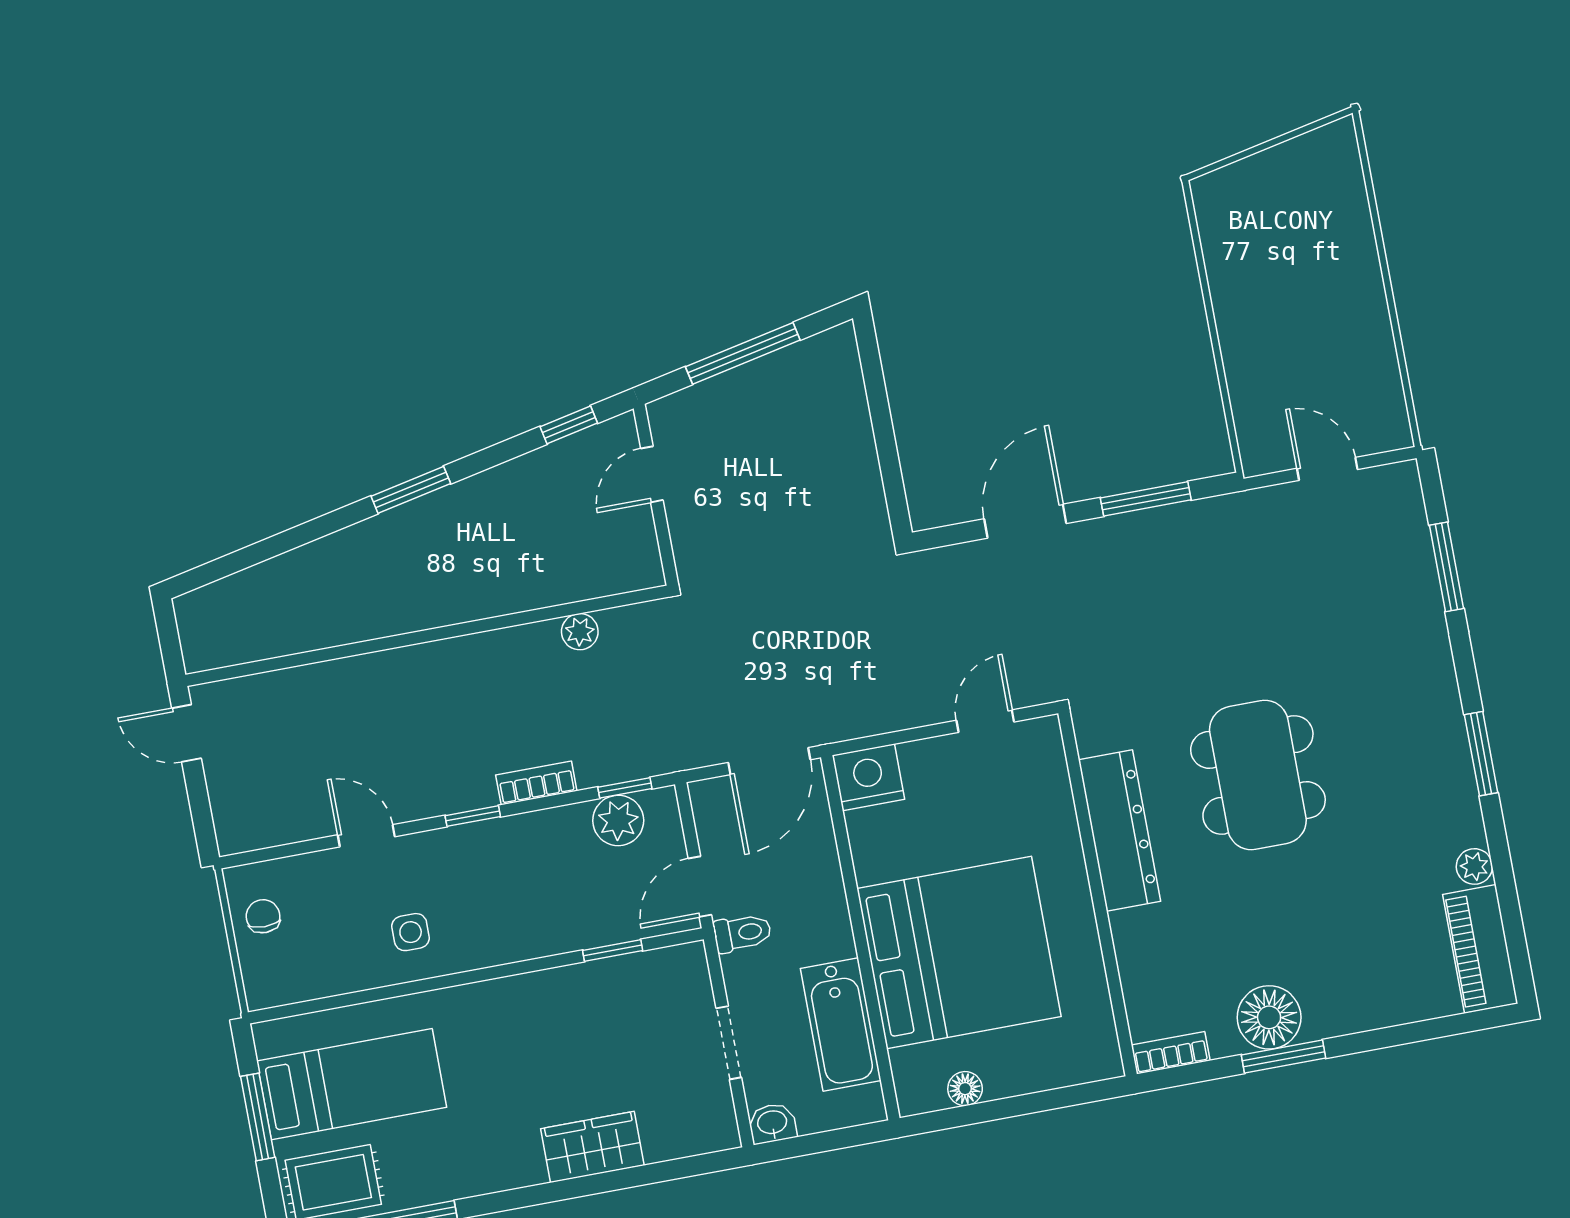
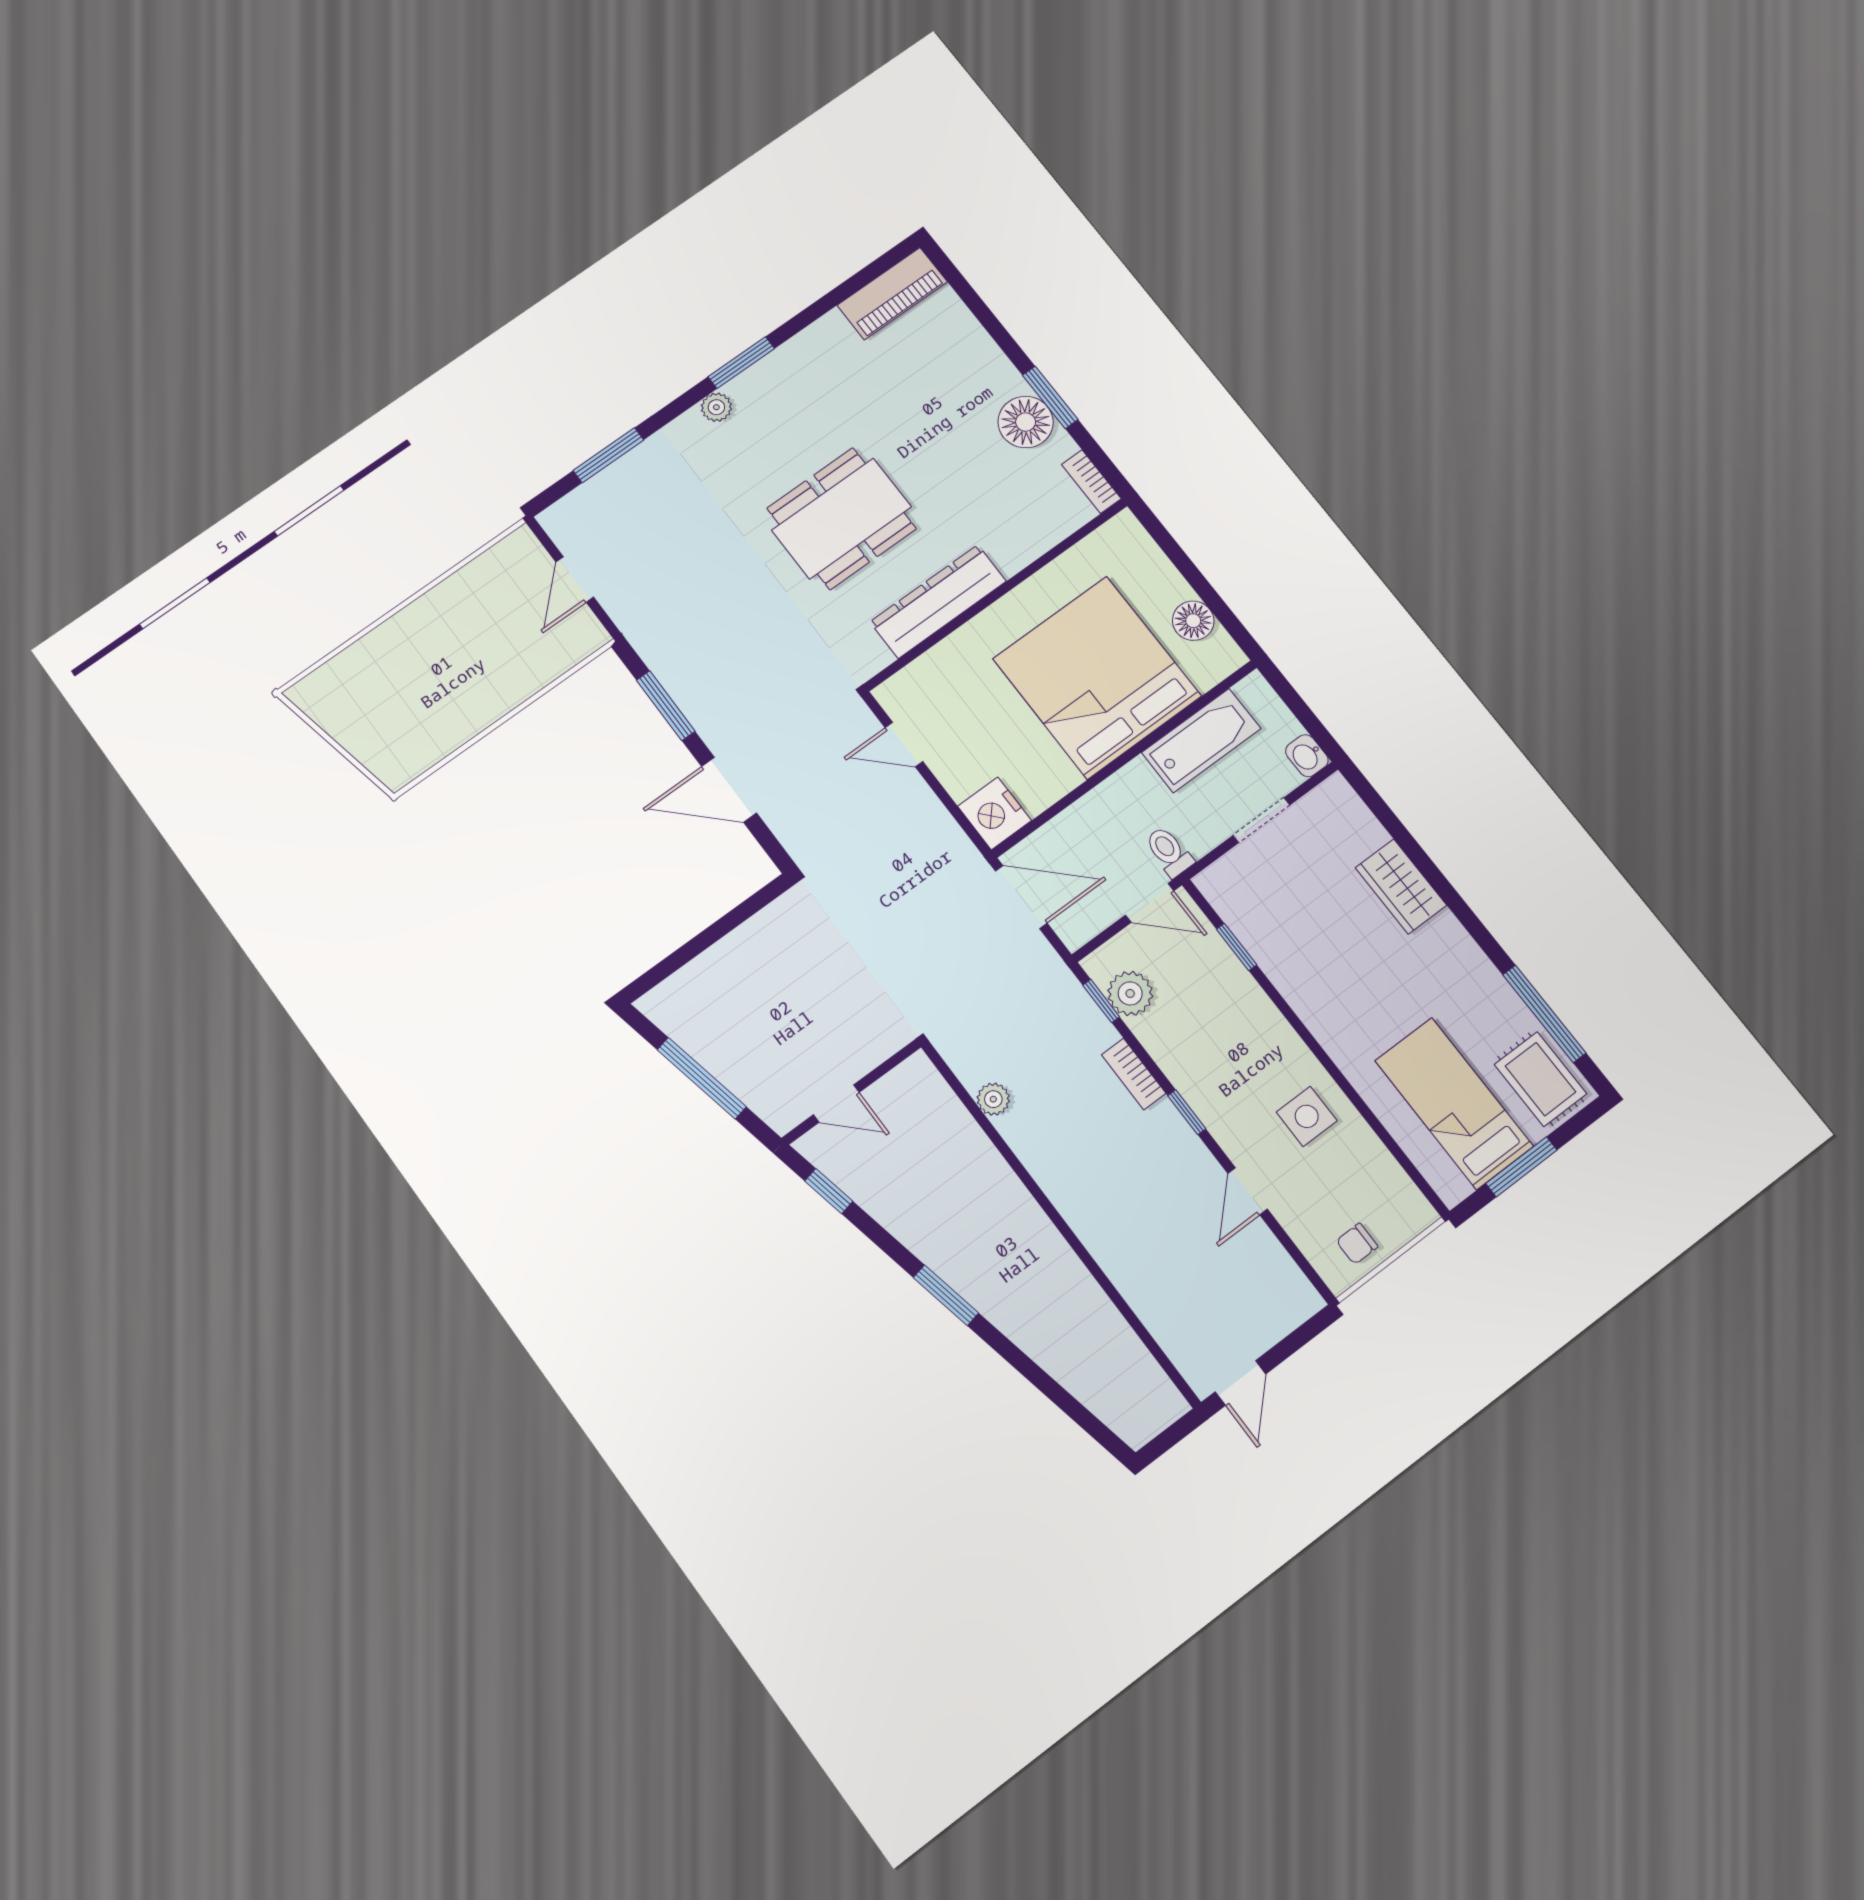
plant: (1474, 866) -> (716, 407), moved
side table: (411, 932) -> (1307, 1116), width x1.37, depth x1.37
floor lamp: (965, 1089) -> (1193, 621), width x1.37, depth x1.37

